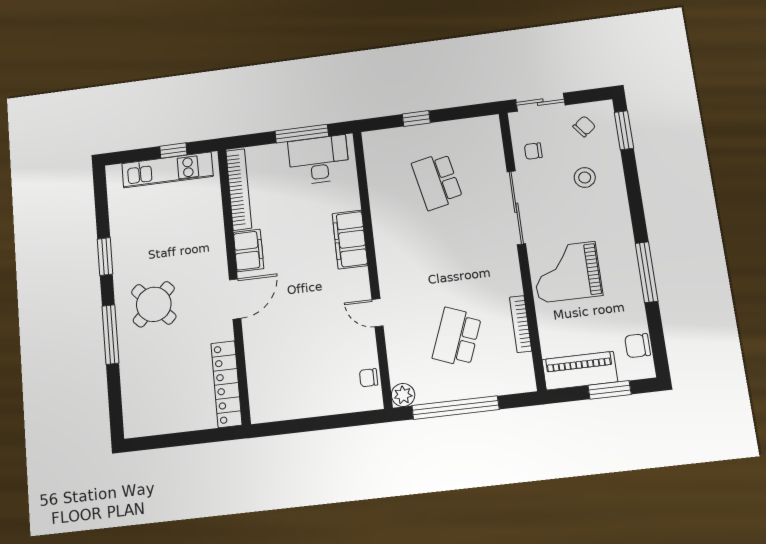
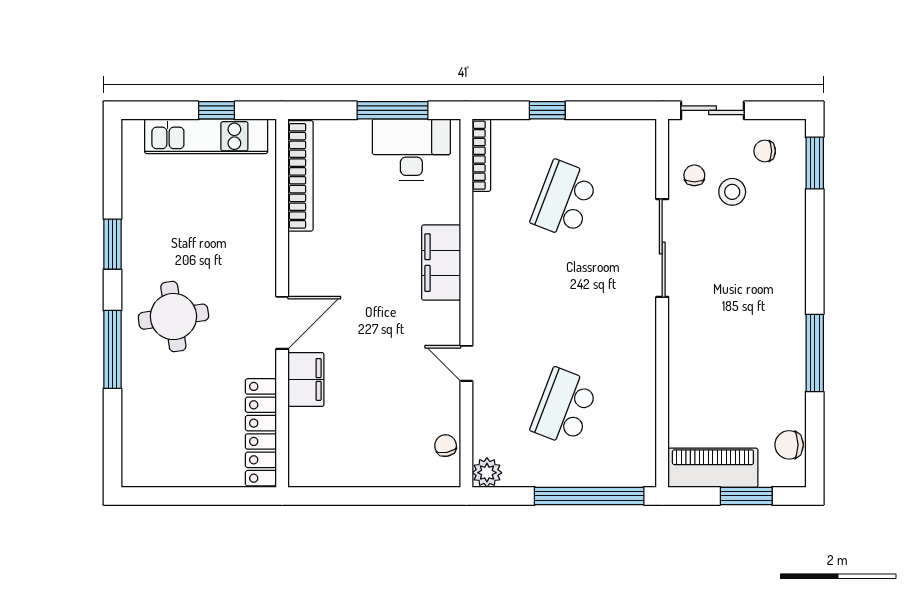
chair: (584, 126) -> (765, 151), turned -143
chair: (533, 151) -> (694, 175), turned 90
stool: (585, 178) -> (732, 192), moved
school desk: (437, 181) -> (564, 199), turned 33
filing cabinet: (249, 251) -> (306, 379), moved
grand piano: (567, 272) -> (715, 341), removed
round table: (154, 304) -> (173, 317), turned 36
bookcase: (521, 324) -> (481, 155), moved, turned 180
chair: (369, 378) -> (446, 446), turned 79
window: (455, 408) -> (589, 496), moved

